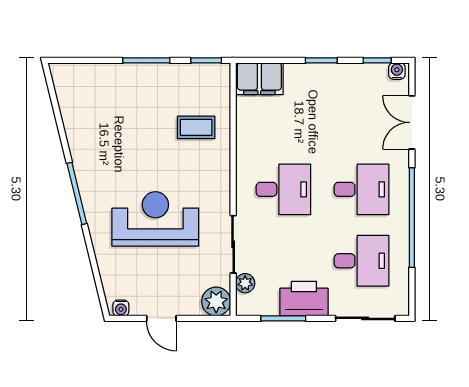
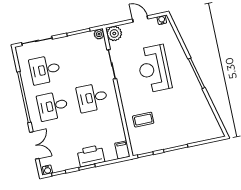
filing cabinet: (259, 79) -> (122, 150), width x0.50
reception desk: (155, 219) -> (154, 69), turned 90
plant: (245, 283) -> (99, 34), moved
printer: (304, 299) -> (91, 156), moved, turned 180

